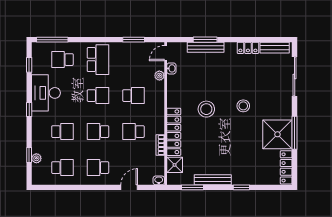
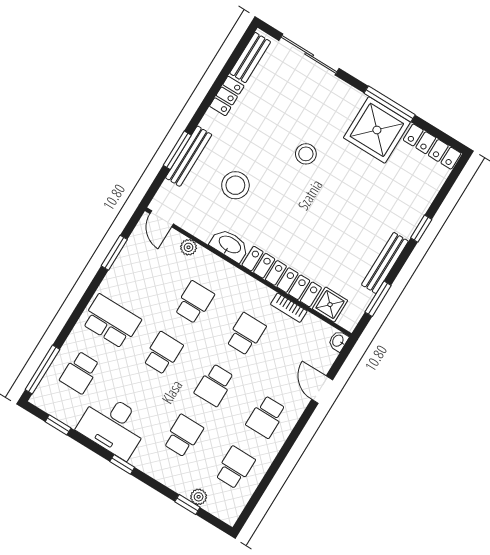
washbasin: (171, 68) -> (230, 245), moved, width x1.91, depth x1.45
stool: (206, 109) -> (235, 185), moved
school desk: (133, 132) -> (246, 334), turned 180

